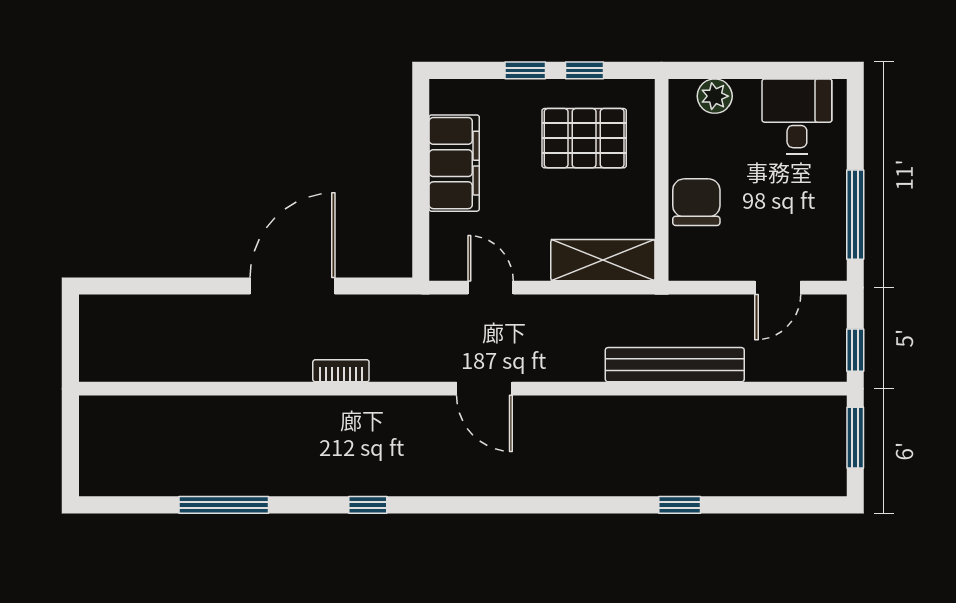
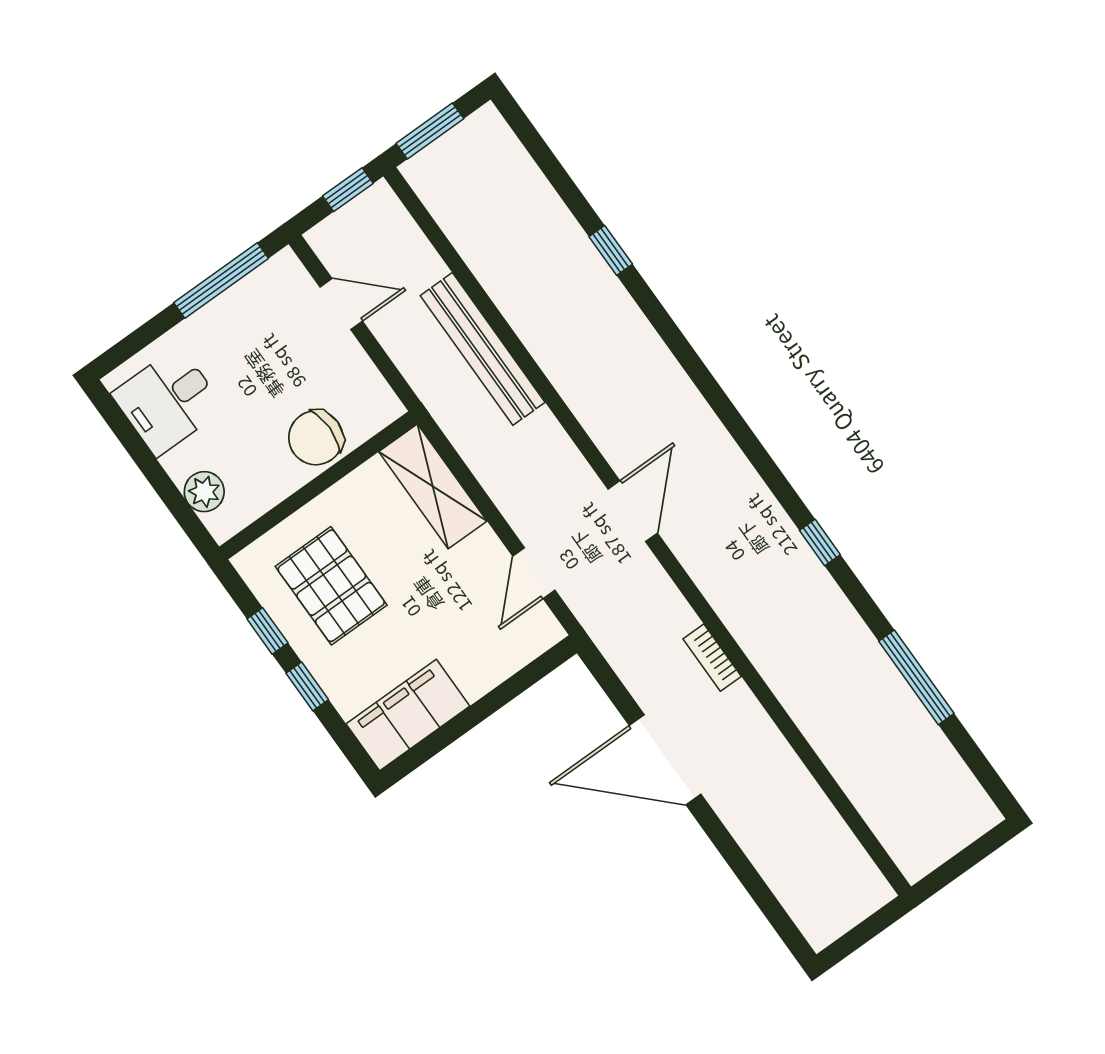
filing cabinet: (454, 163) -> (408, 715), moved

